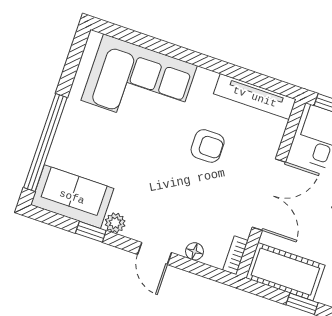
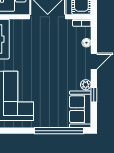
armchair: (208, 146) -> (35, 53), removed

